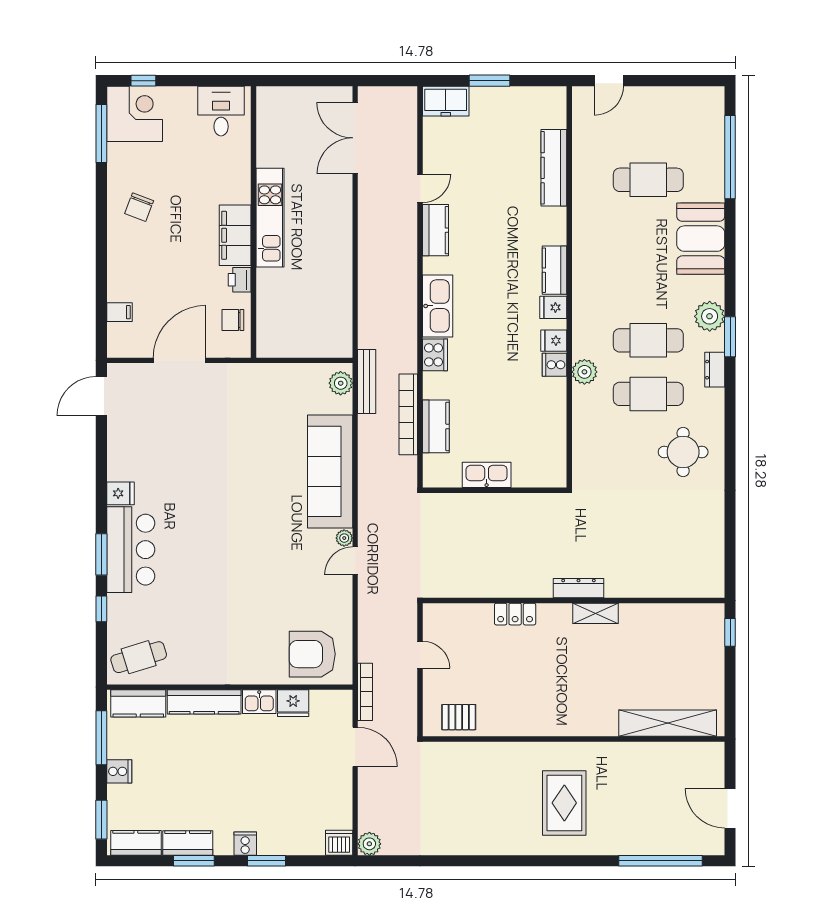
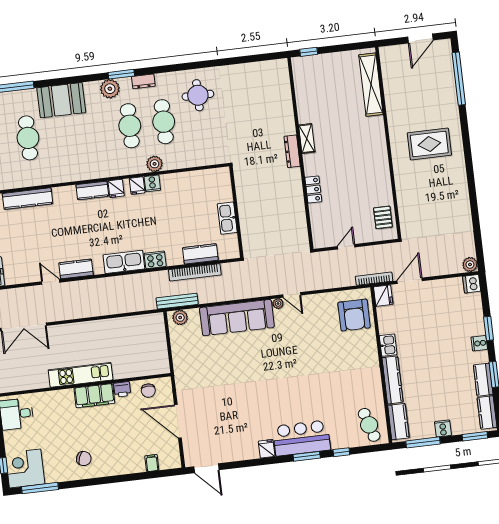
fridge: (293, 703) -> (383, 296), moved

